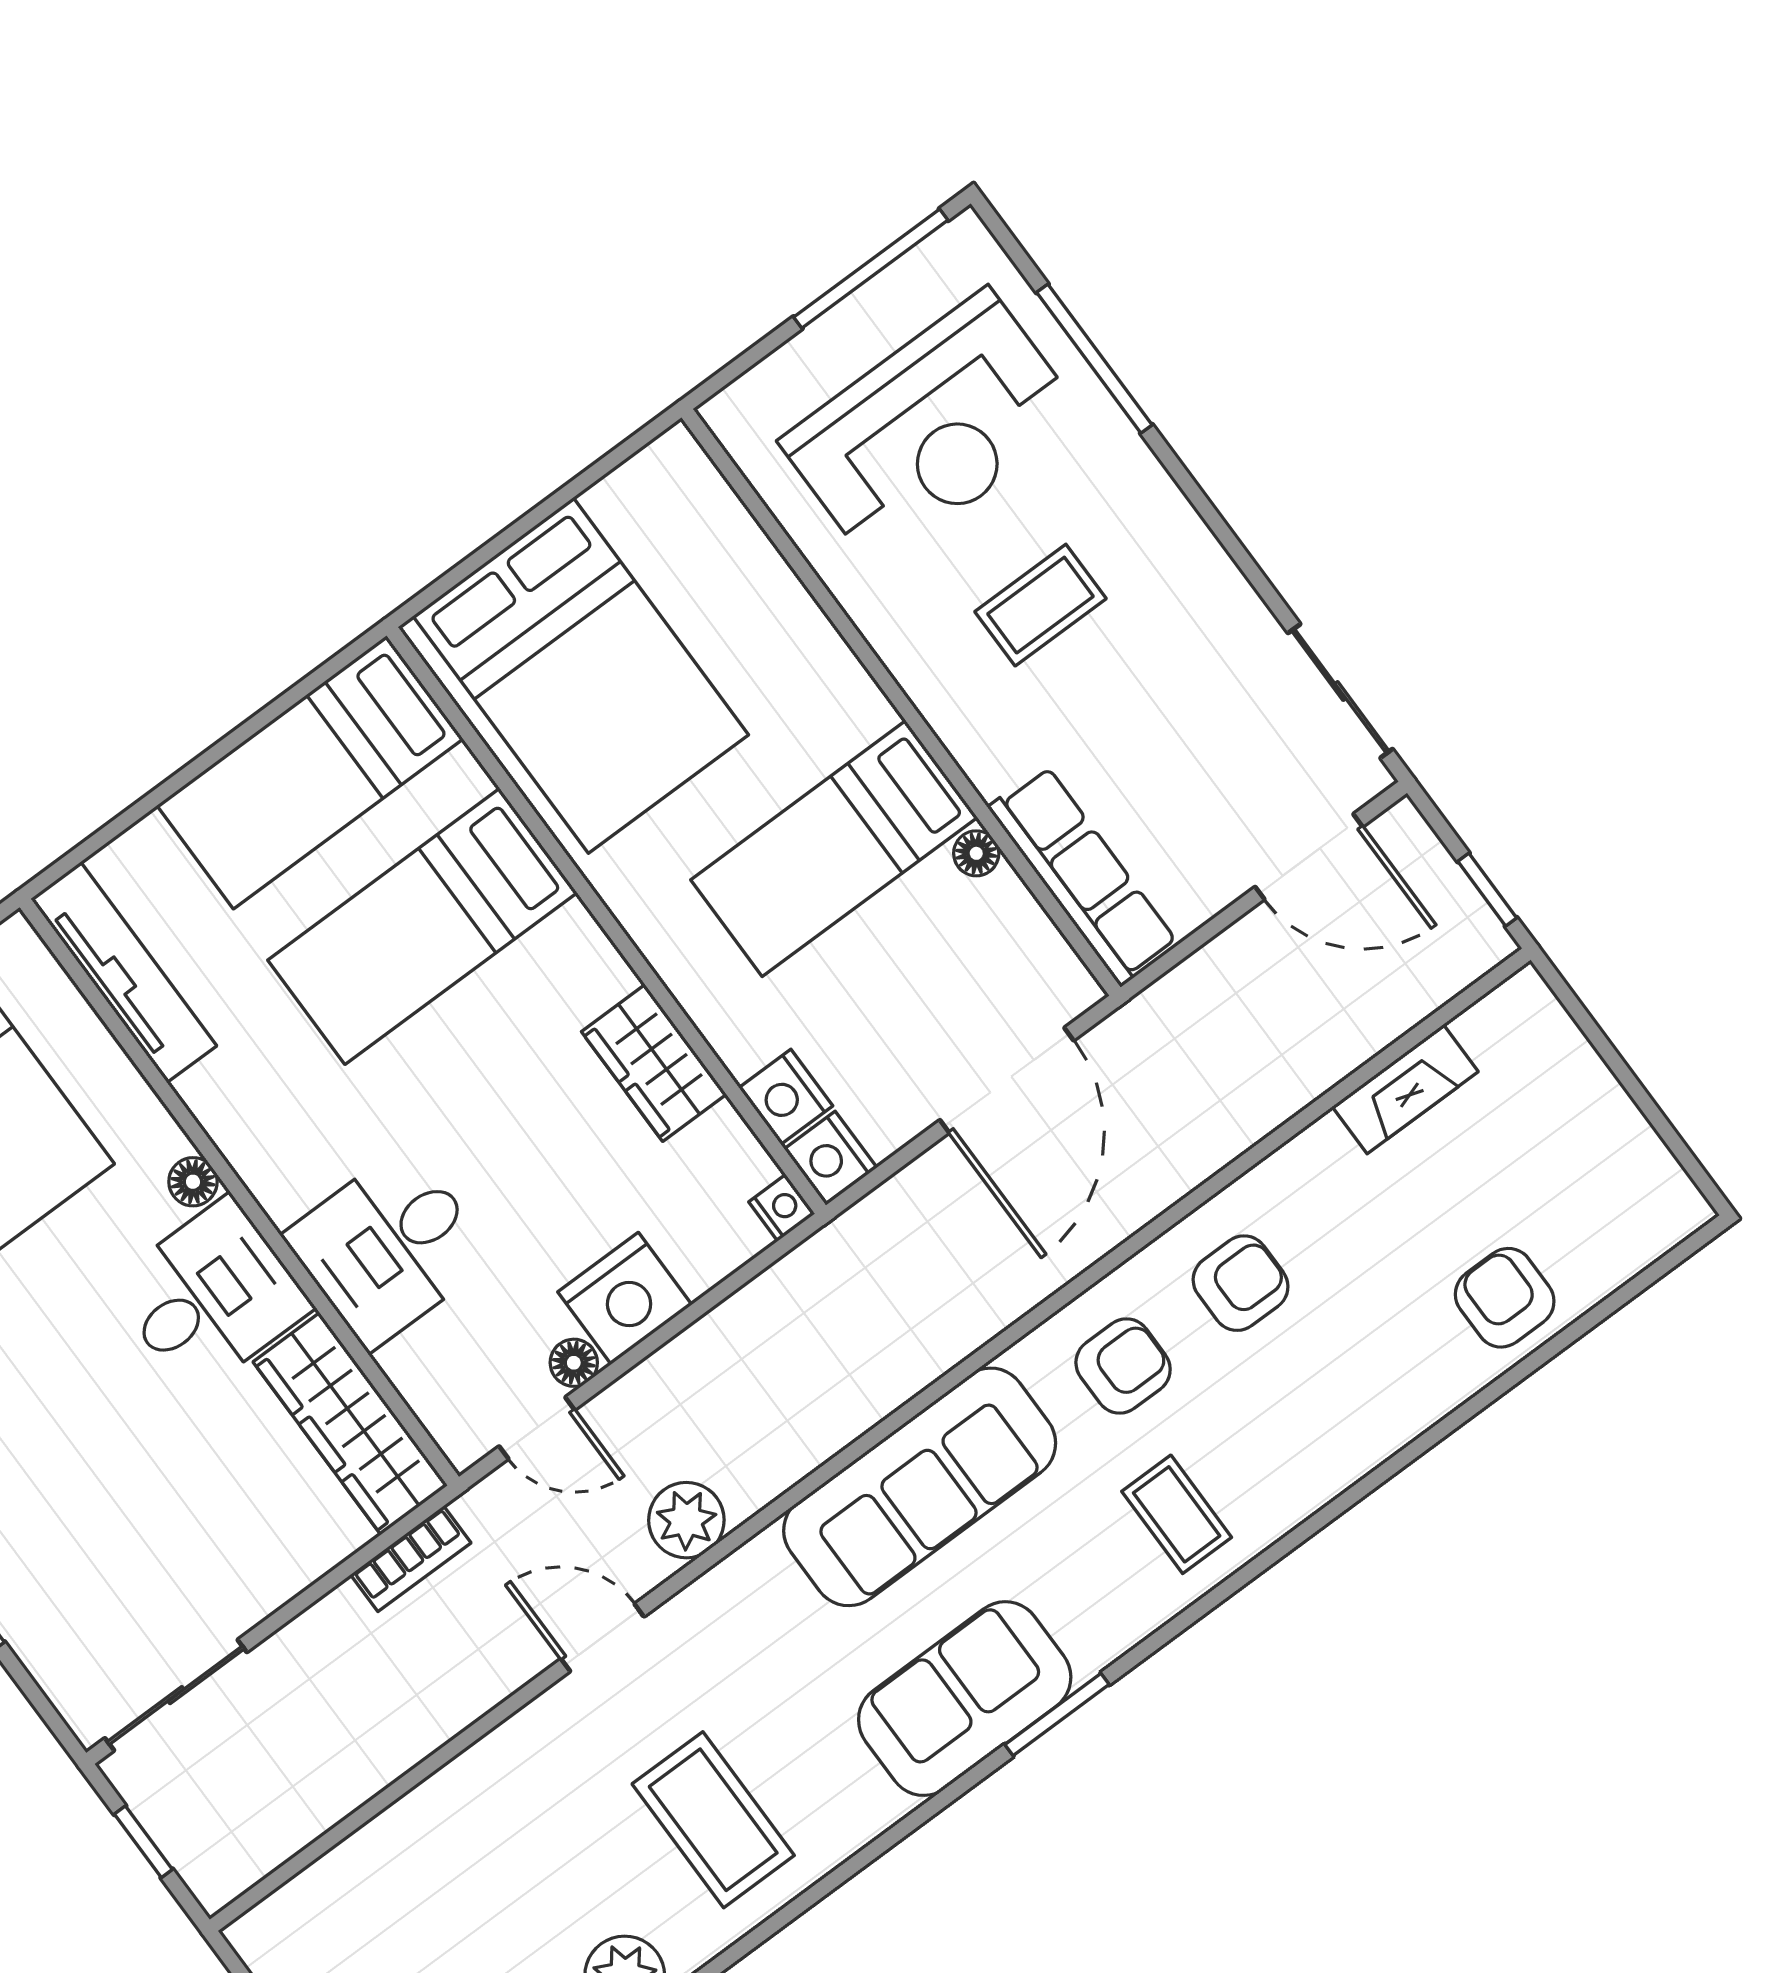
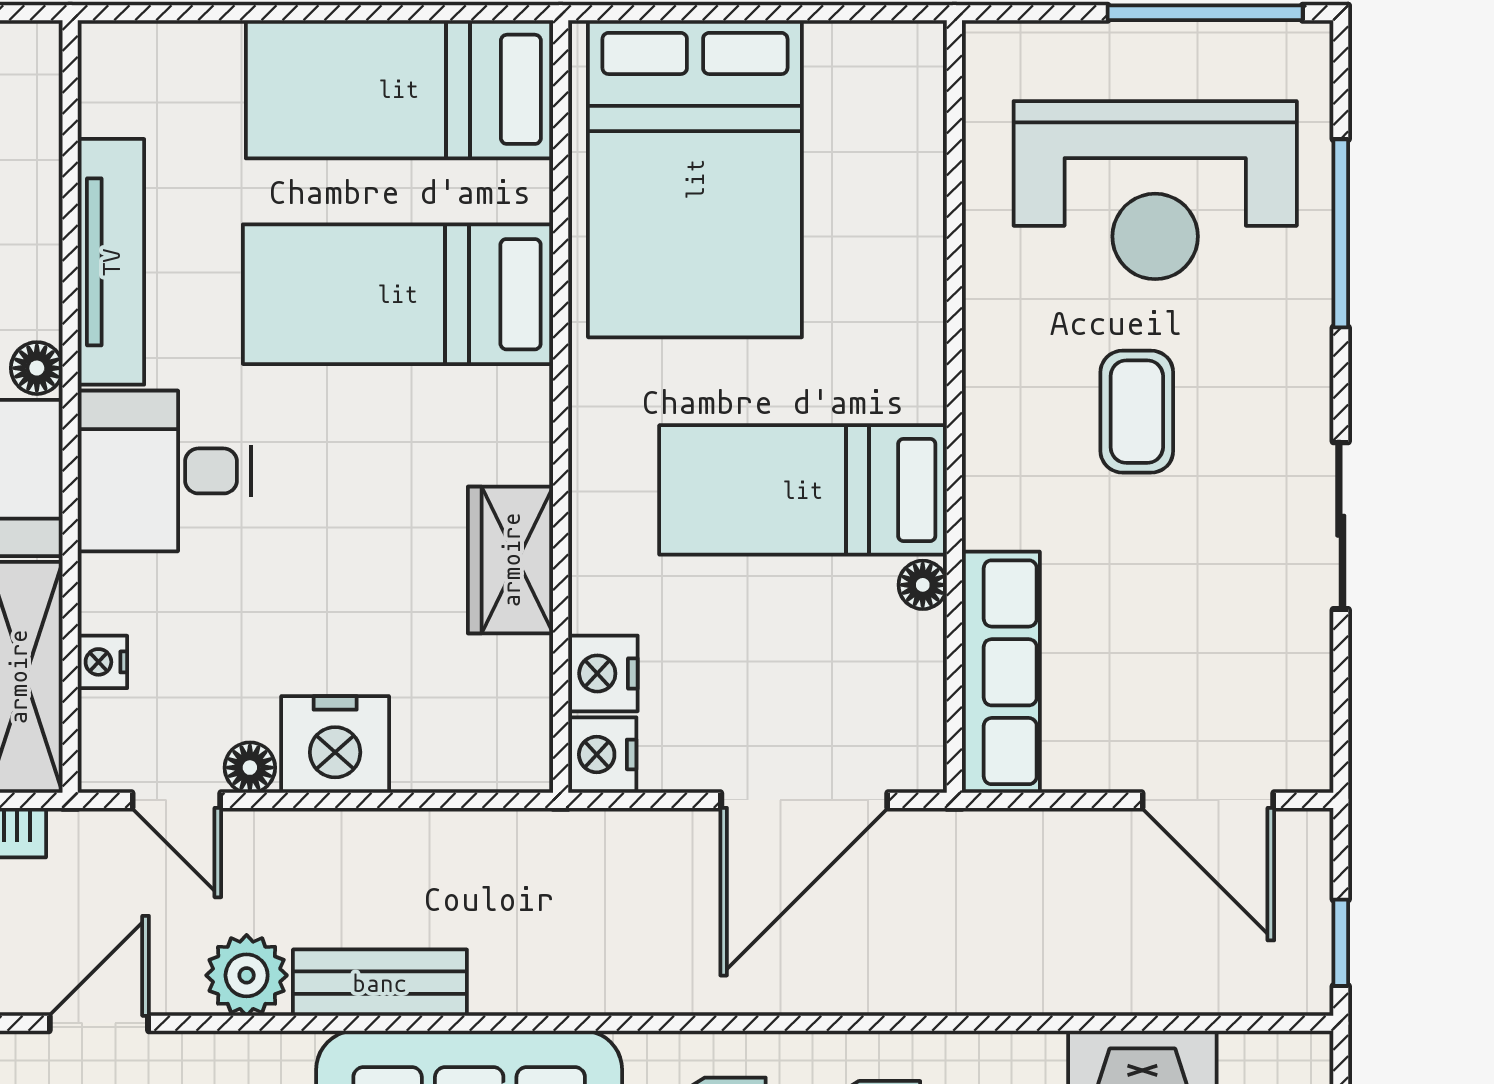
coffee table: (1040, 605) -> (1137, 412), turned 90
sliding door: (1340, 691) -> (1341, 526), moved
tv unit: (124, 972) -> (111, 262), moved
nightstand: (782, 1208) -> (102, 662), moved, turned 180
desk: (389, 1247) -> (164, 471), moved
bench: (790, 1452) -> (380, 983), added
door: (602, 1638) -> (99, 1023), hinge flipped

